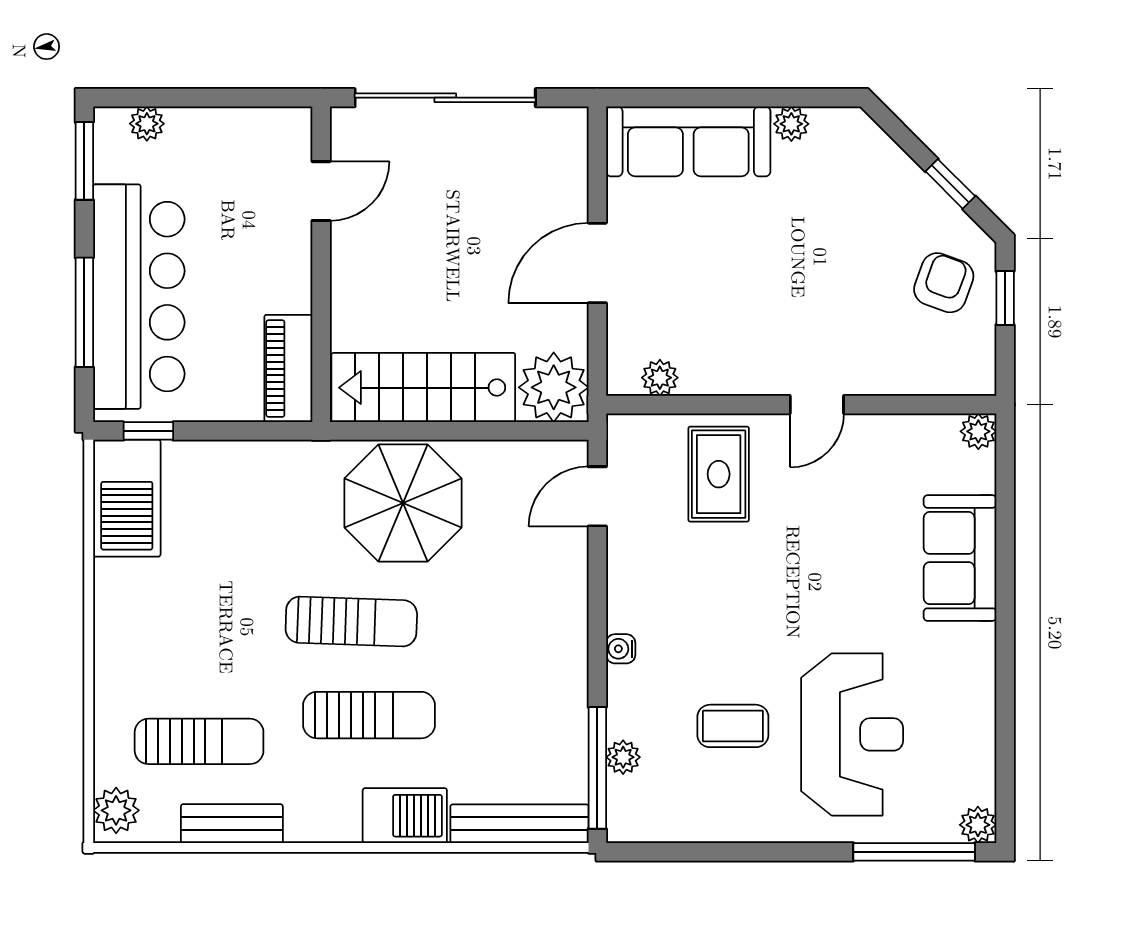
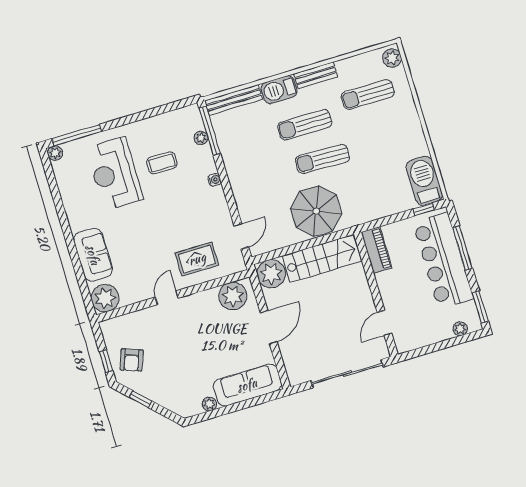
plant: (660, 378) -> (233, 296), width x1.87, depth x1.87
plant: (978, 431) -> (105, 298), width x1.88, depth x1.88
rug: (719, 474) -> (197, 259), turned 90
bench: (232, 824) -> (316, 75), moved

